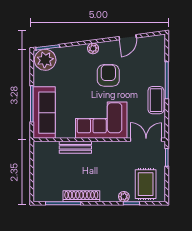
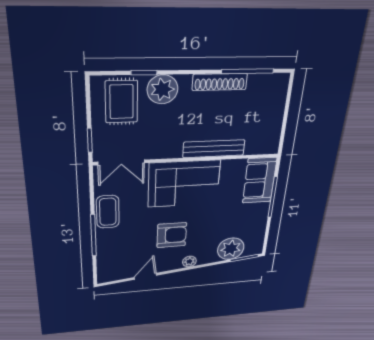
plant: (45, 60) -> (231, 249), moved
armchair: (108, 75) -> (172, 235), turned -90
sofa: (44, 113) -> (260, 180), width x0.73
bench: (75, 147) -> (214, 149), width x1.36
plant: (124, 197) -> (162, 89), width x1.88, depth x1.88

